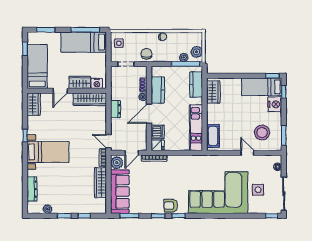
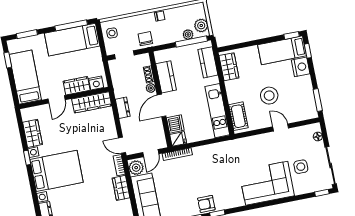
wardrobe: (34, 104) -> (32, 133), moved
stool: (262, 132) -> (269, 96), moved
bed with nightstands: (48, 152) -> (57, 171), width x1.36
wardrobe: (100, 183) -> (121, 188), width x0.67
corner sofa: (218, 193) -> (267, 183), width x0.73, depth x0.74

